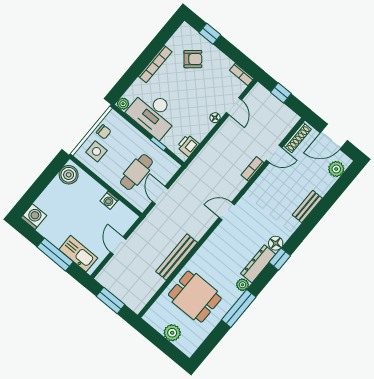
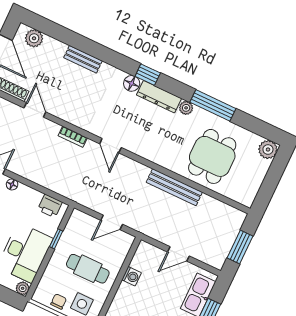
bookcase: (252, 169) -> (73, 137), moved
cafe table: (136, 172) -> (88, 269), moved
plant: (172, 333) -> (268, 150), moved

